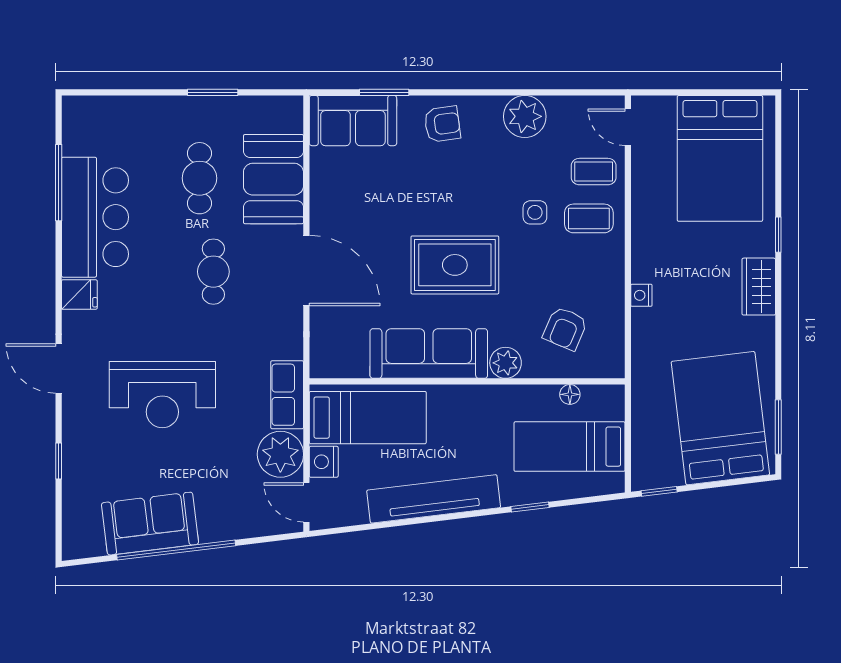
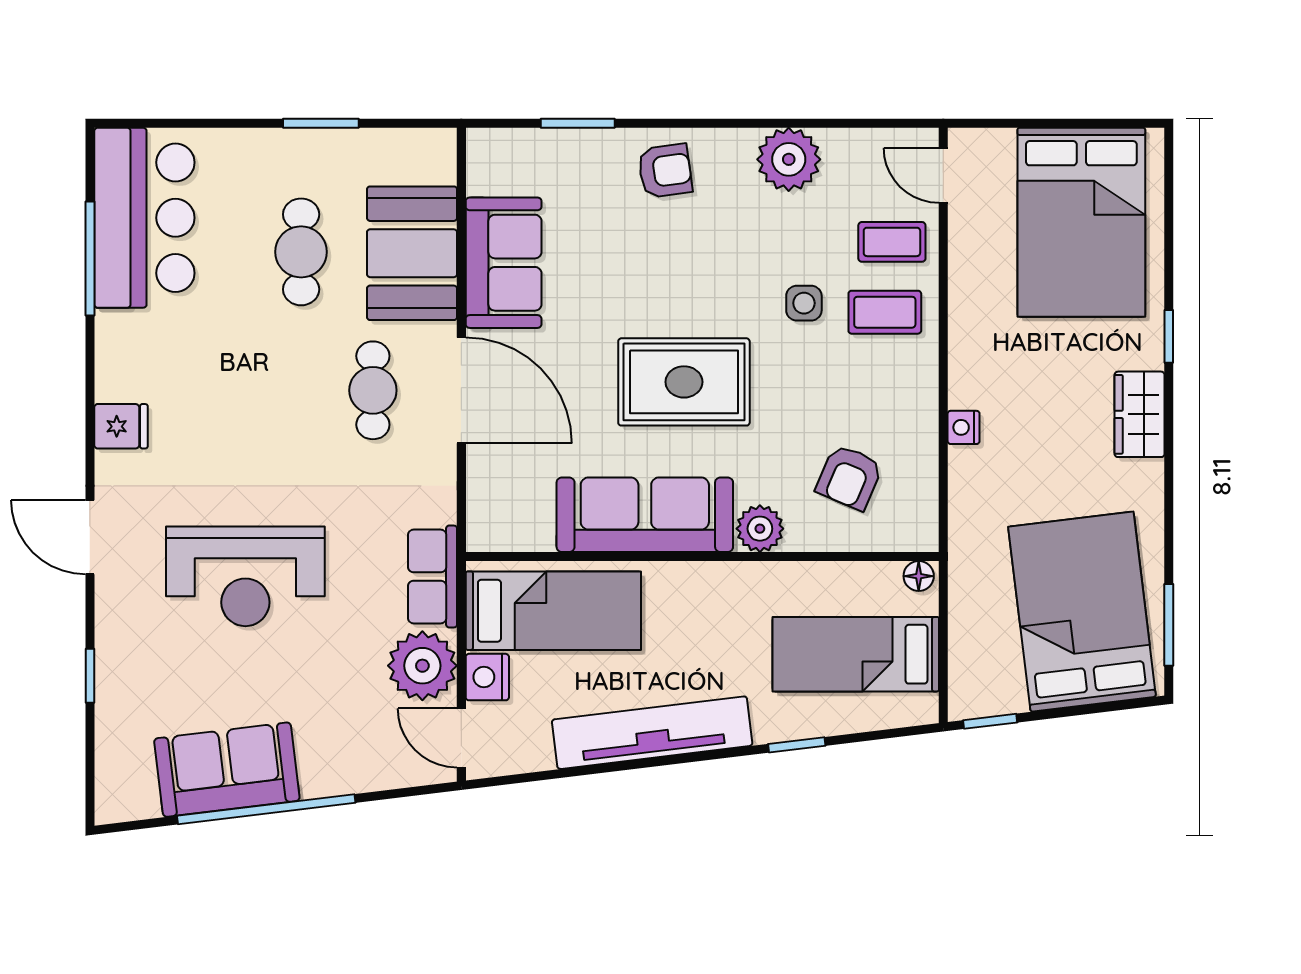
sofa: (353, 121) -> (504, 263), moved, turned -90
bar counter: (95, 217) -> (144, 218), moved
cafe table: (213, 272) -> (373, 390), moved
floor lamp: (570, 394) -> (919, 576), moved

